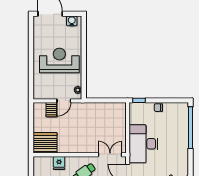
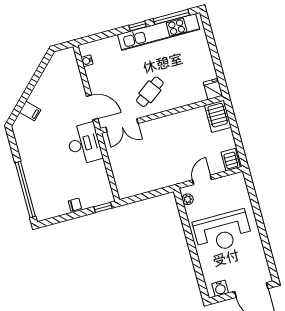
server rack: (51, 110) -> (231, 160), moved
server rack: (45, 143) -> (218, 116), width x0.62
desk: (143, 144) -> (84, 144), width x0.73, depth x0.77
fridge: (59, 163) -> (213, 89), moved

